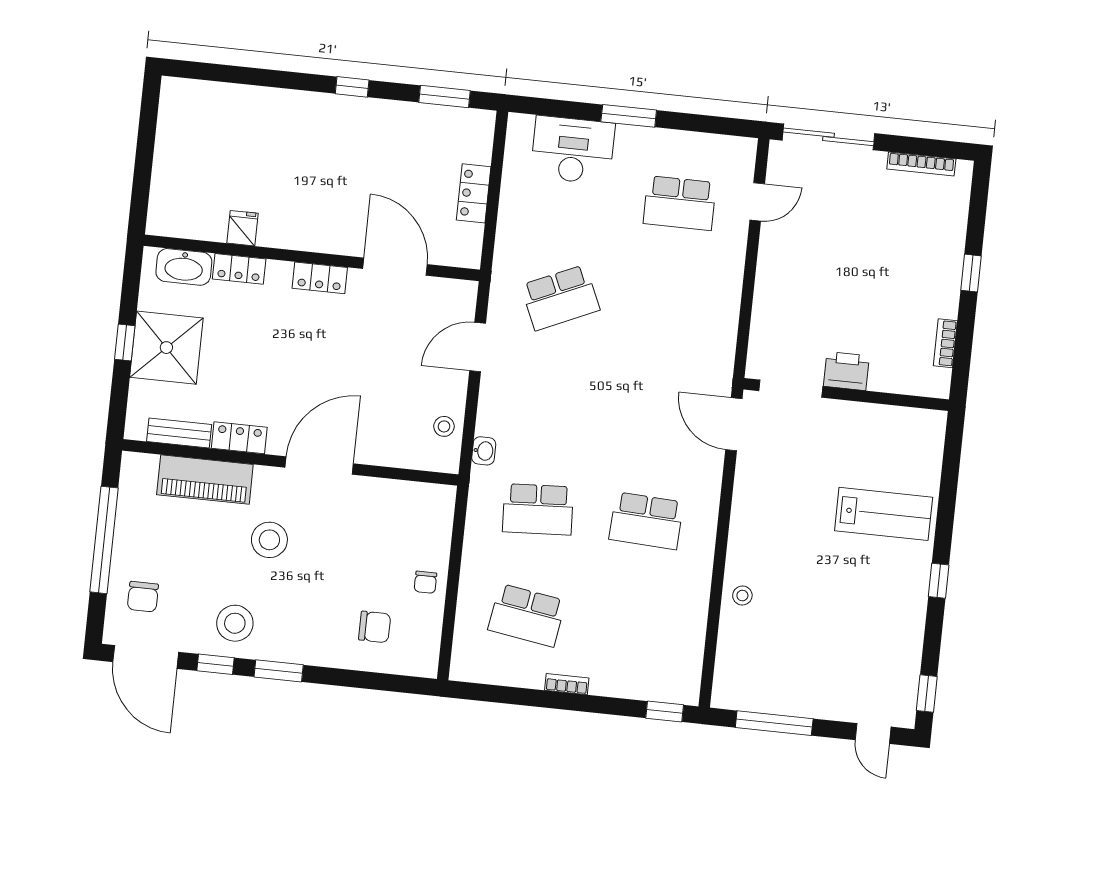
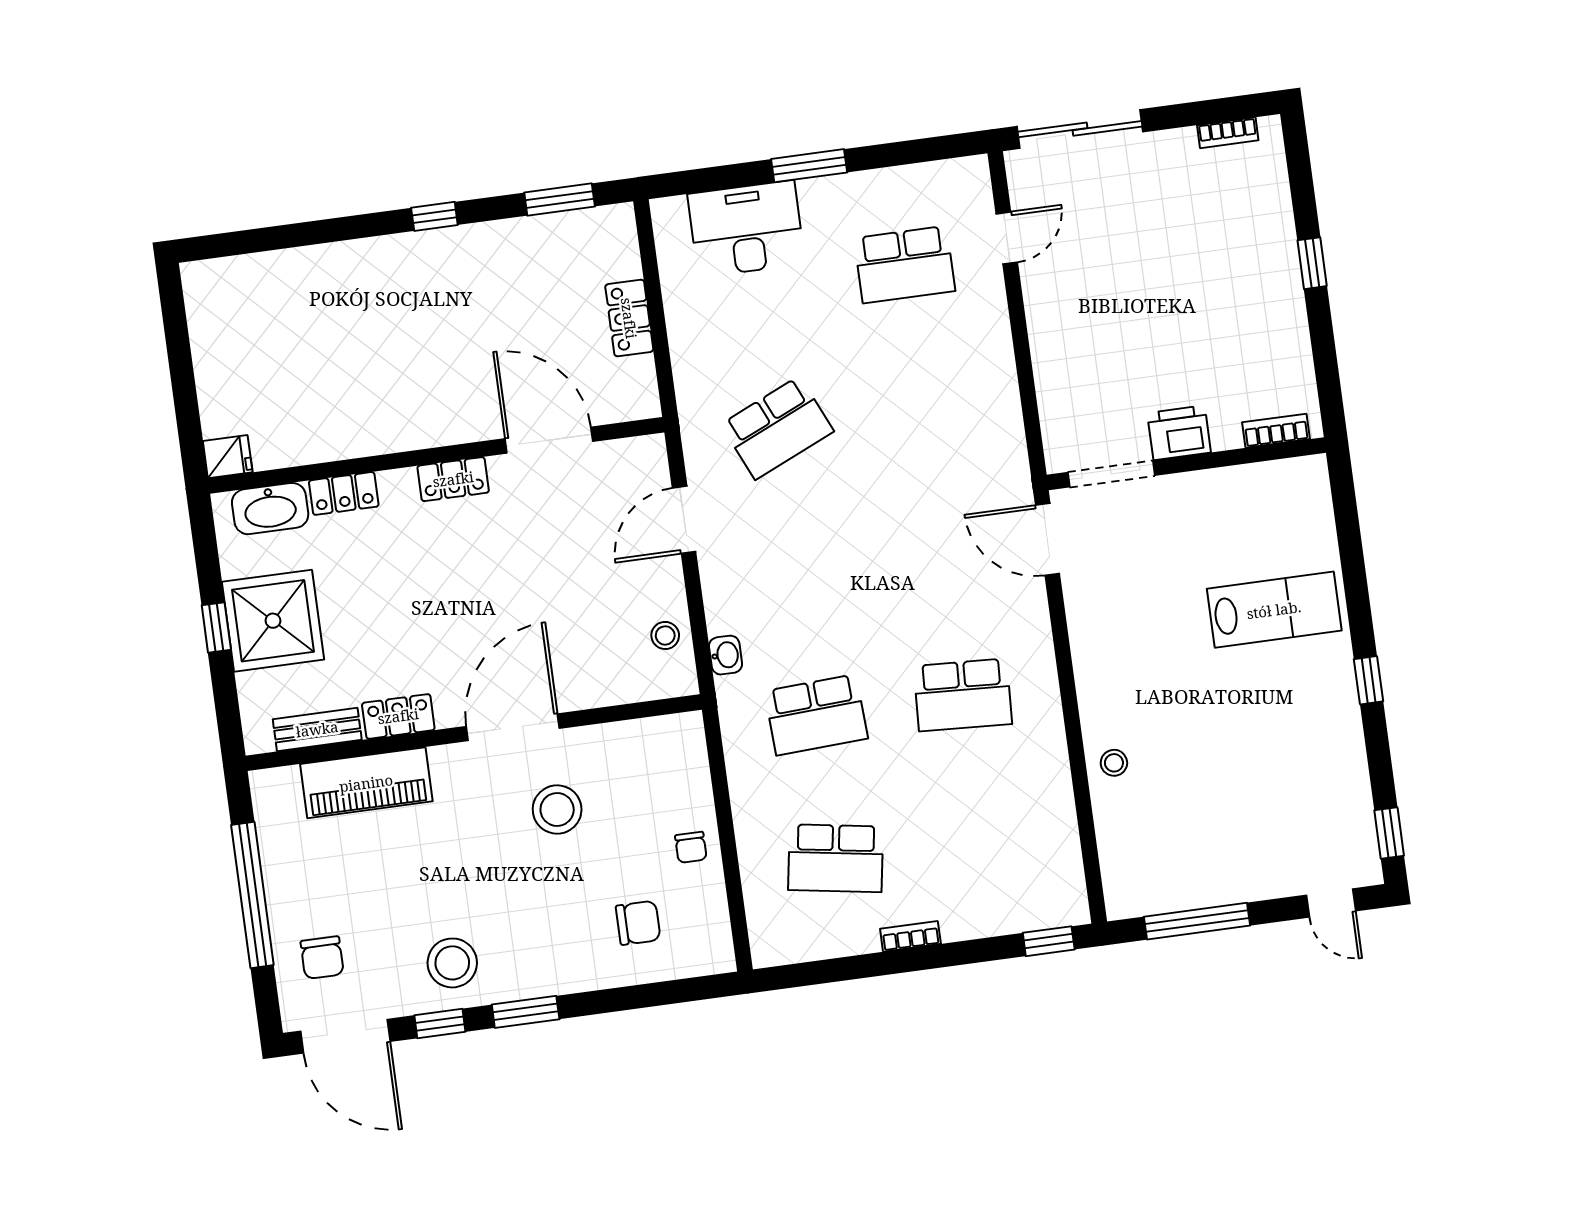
bookcase: (921, 164) -> (1228, 133), width x0.64
fridge: (242, 228) -> (228, 457), moved, turned 90
bookcase: (945, 343) -> (1276, 431), moved, turned 90
stool: (269, 540) -> (557, 810), moved

